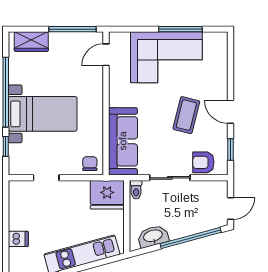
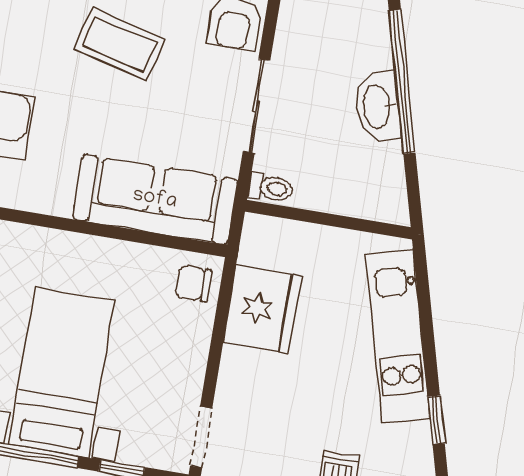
doorway: (46, 178) -> (201, 437), moved
fridge: (107, 195) -> (262, 309), moved
washbasin: (153, 236) -> (378, 107), moved

